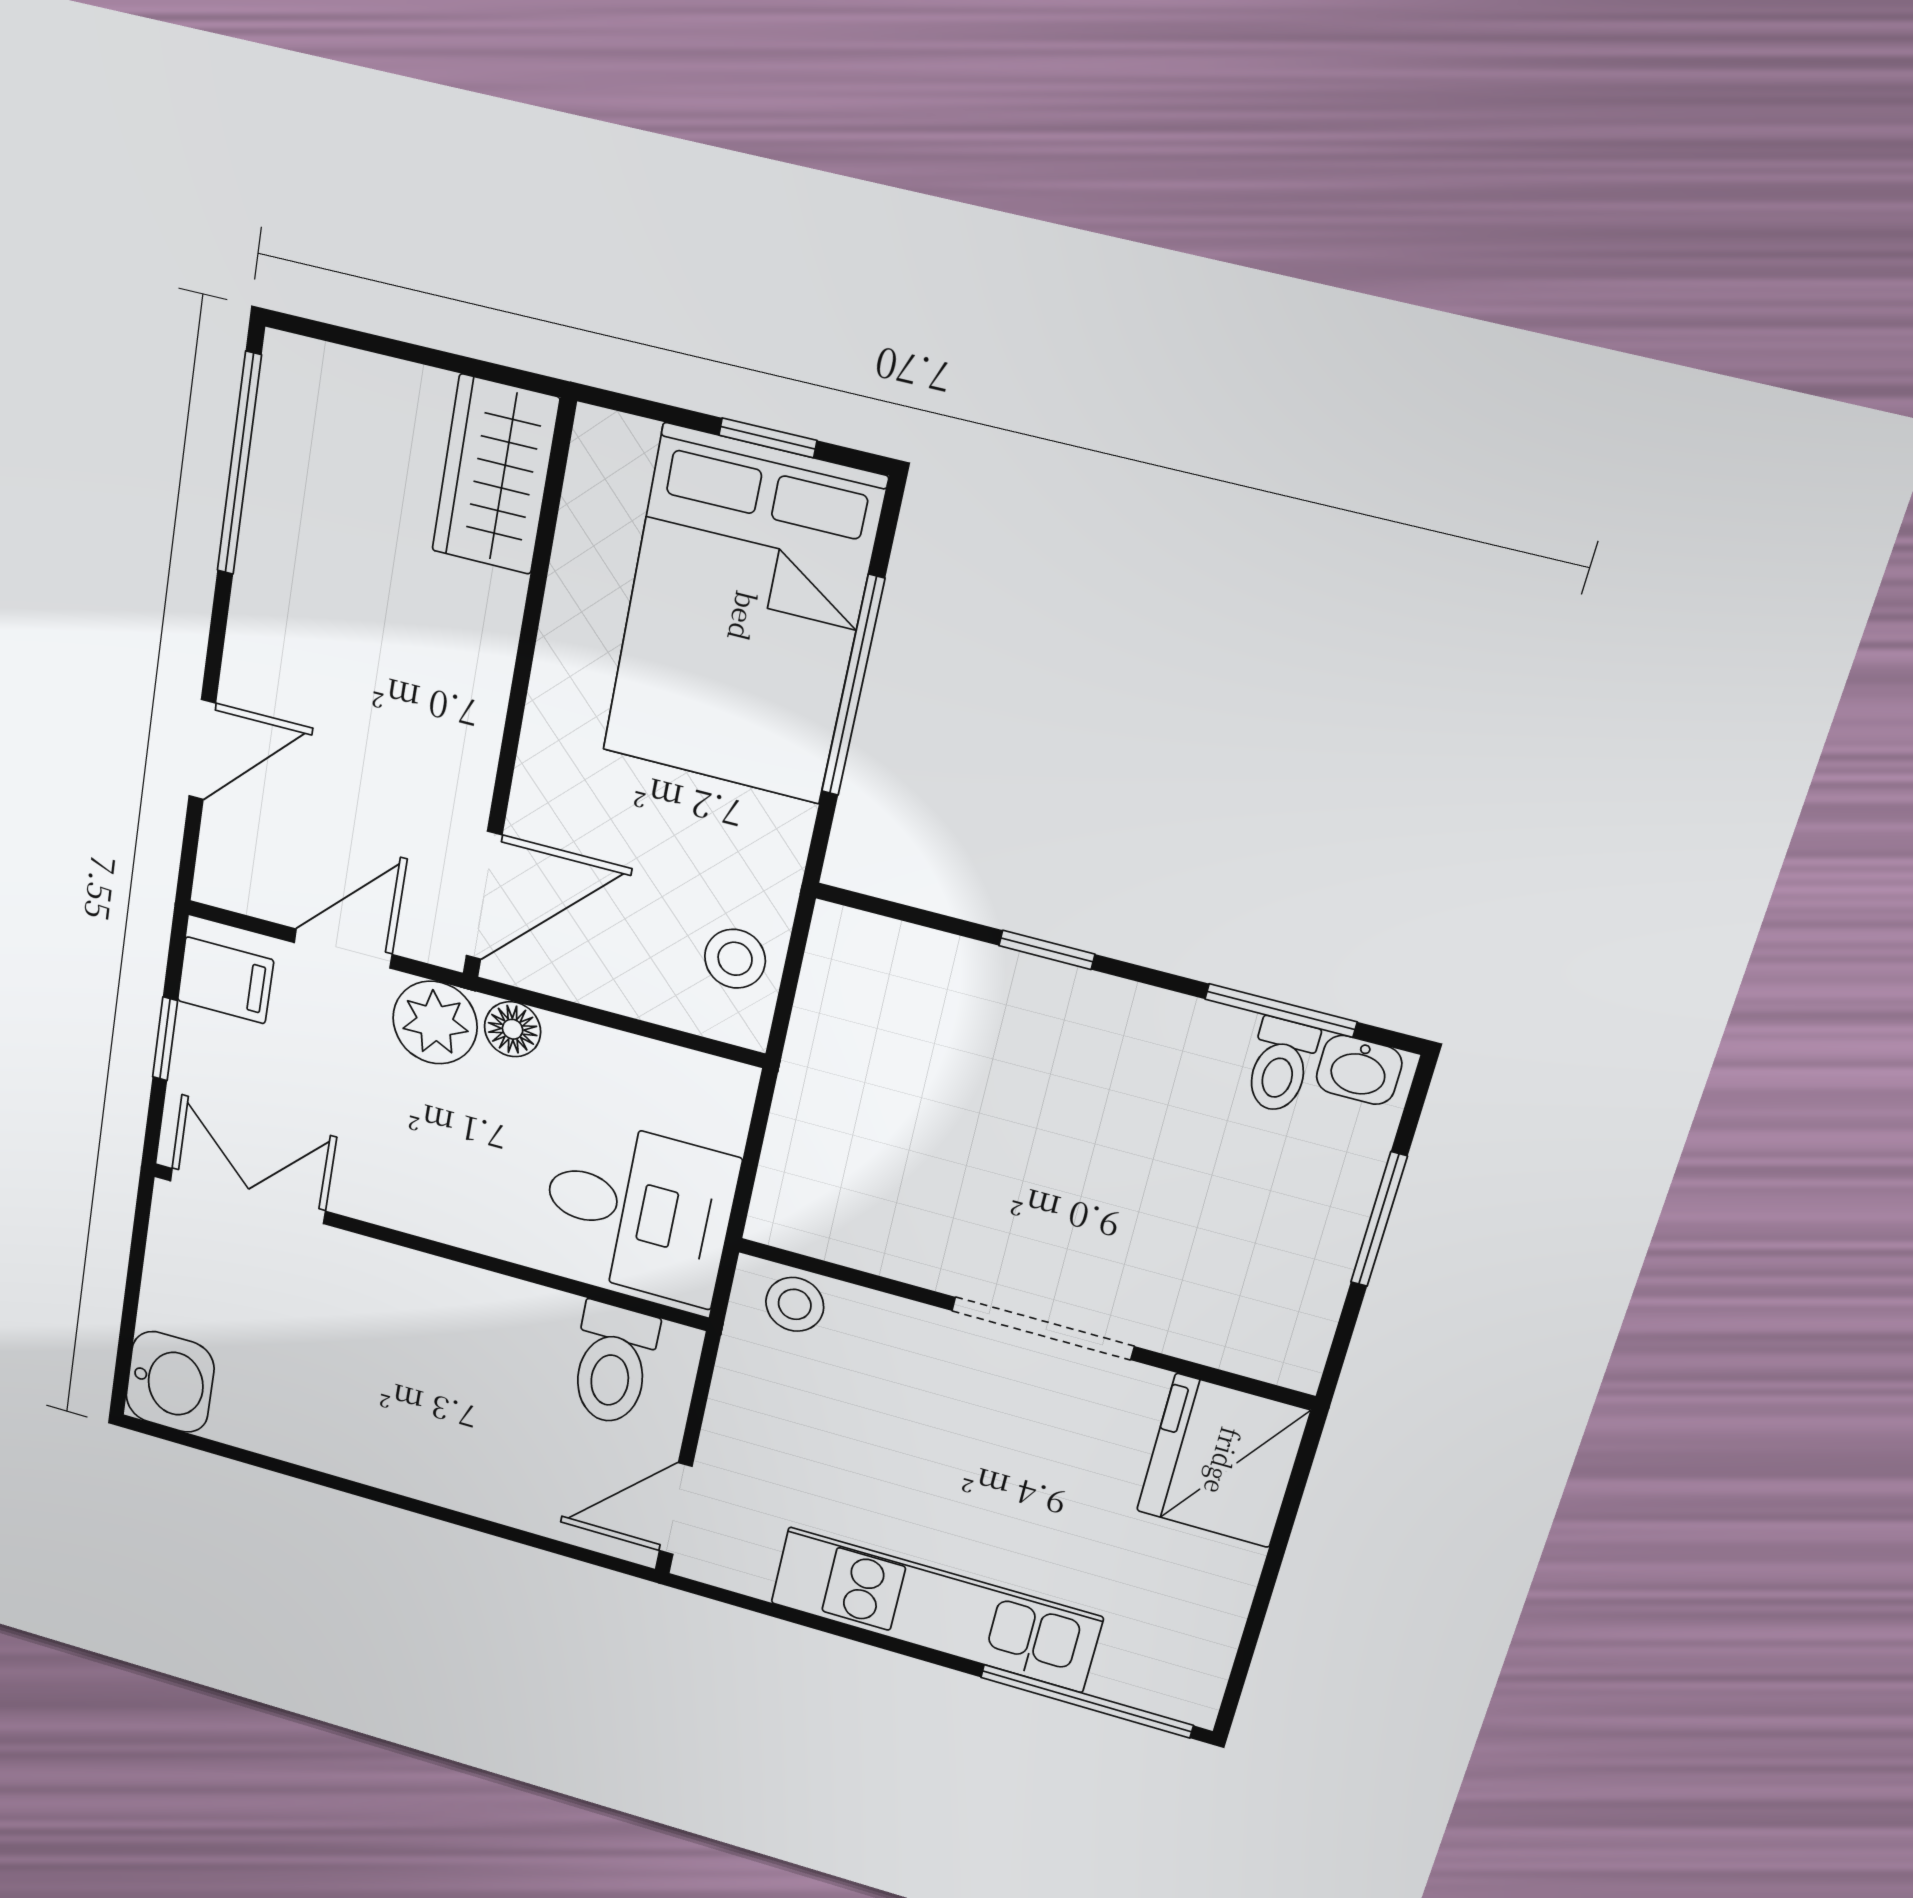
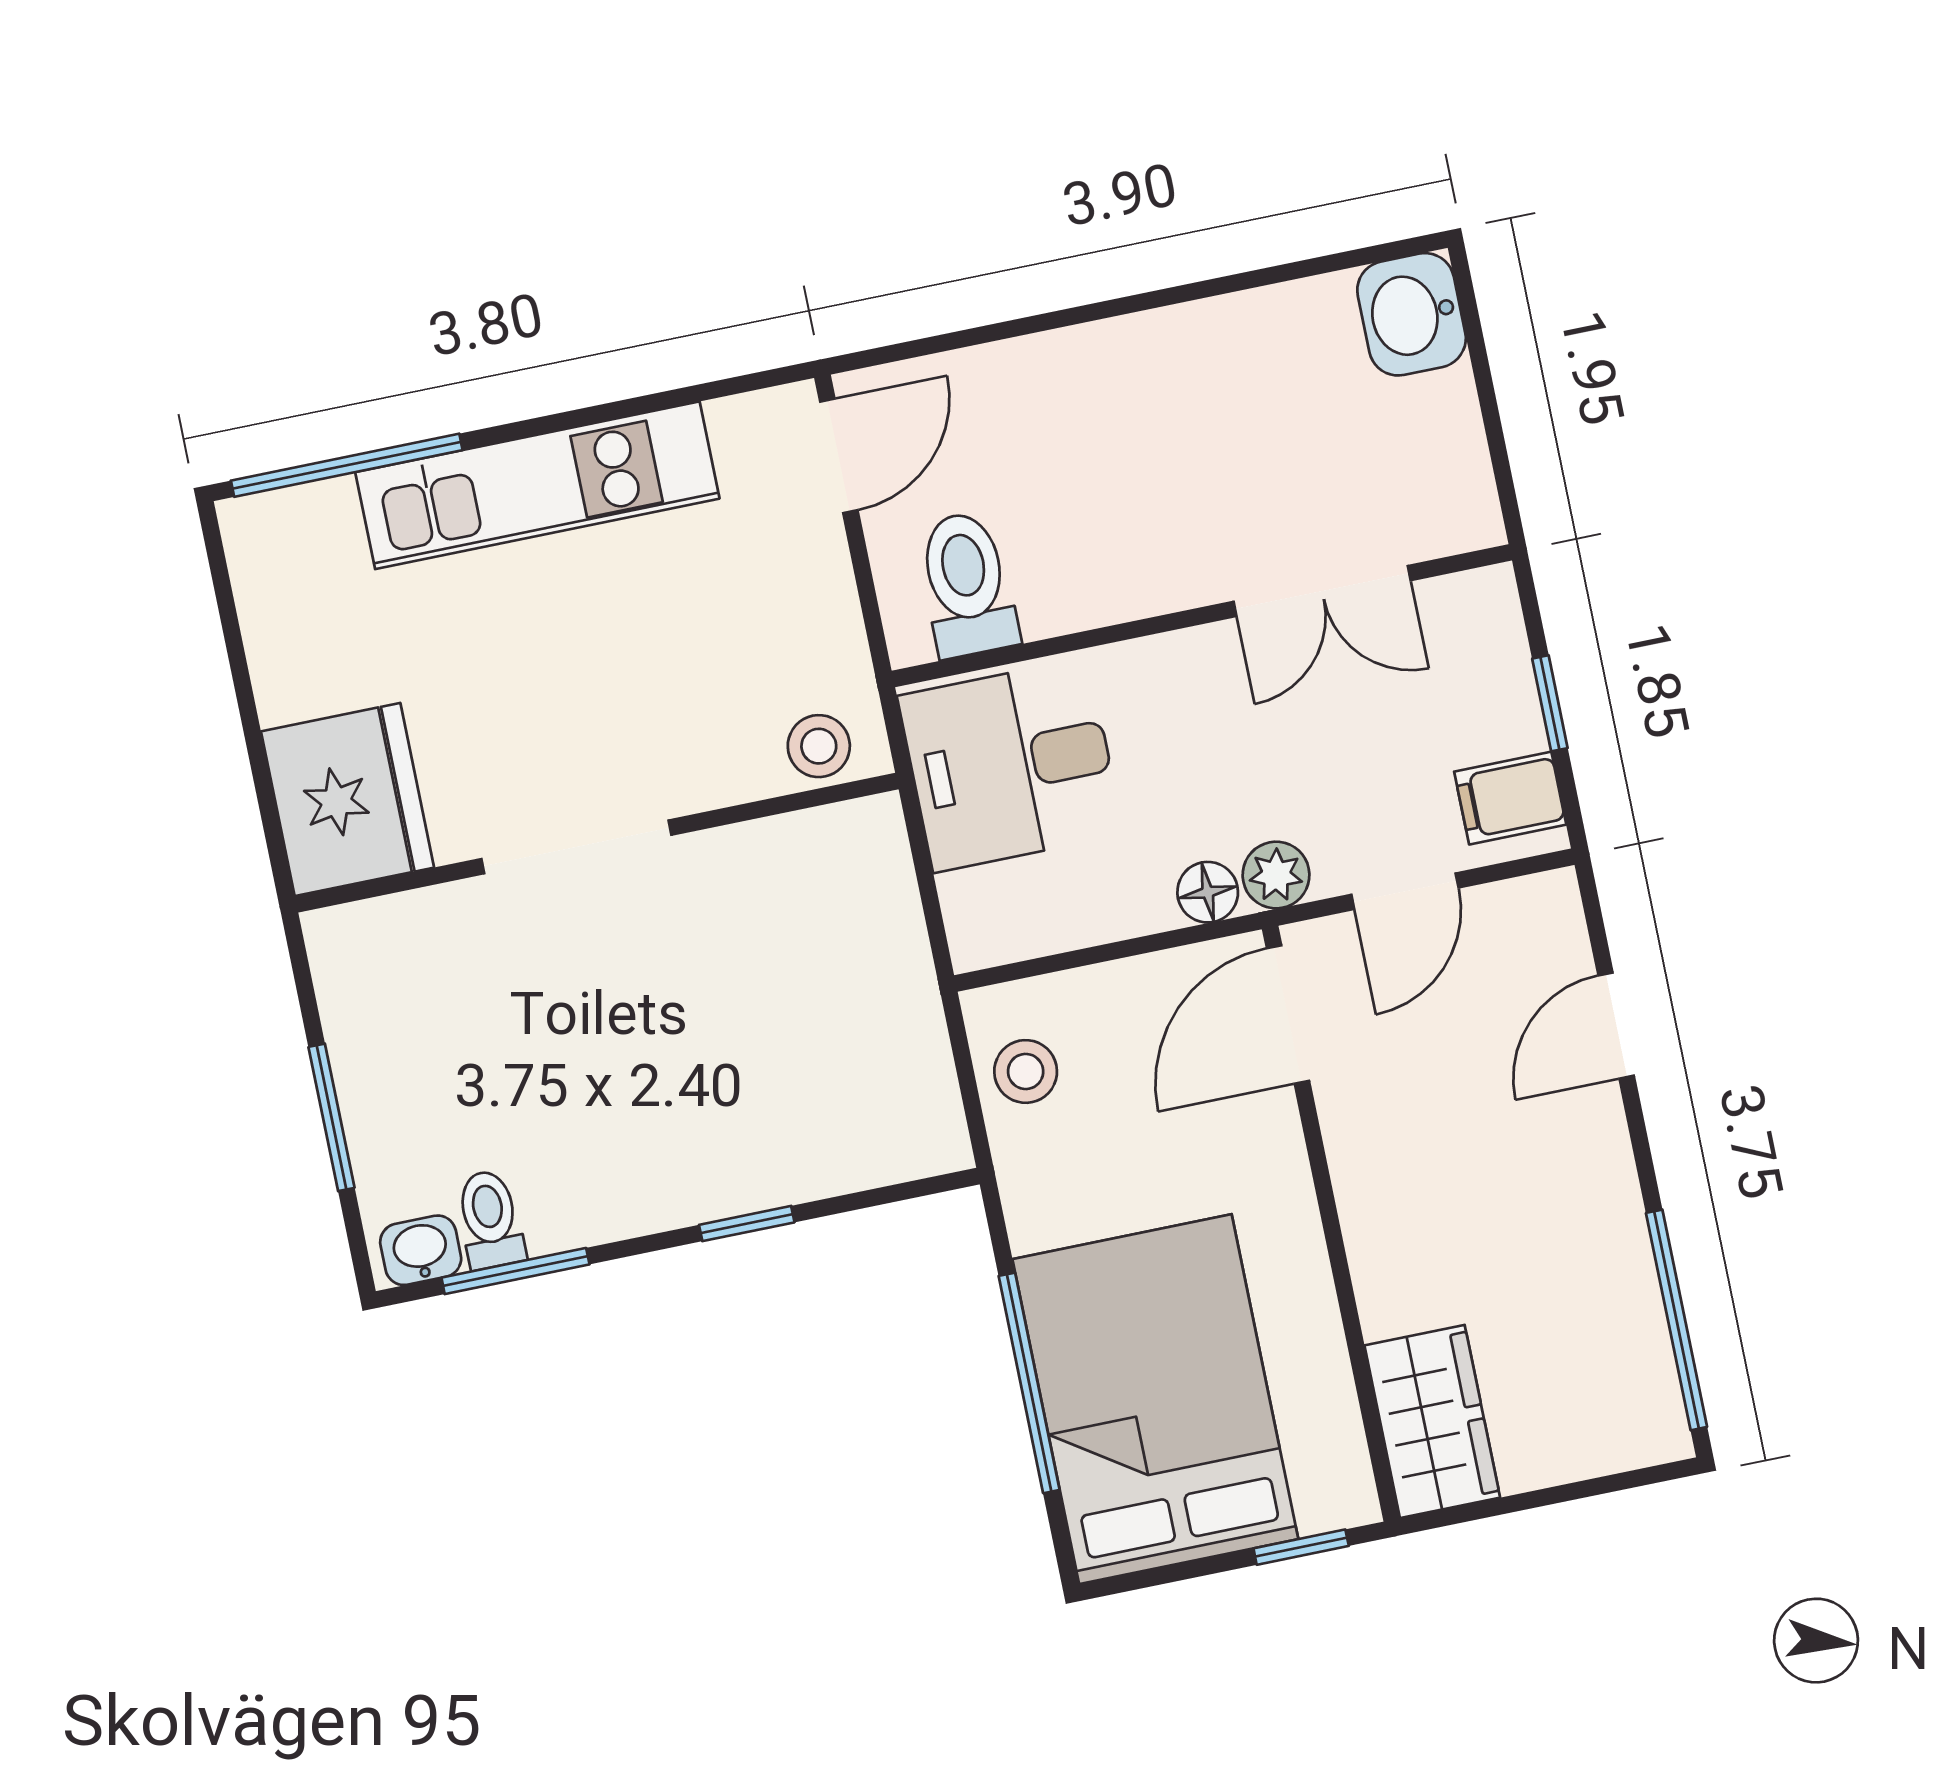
window: (768, 438) -> (1301, 1547), moved
plant: (435, 1023) -> (1276, 875), width x0.73, depth x0.73
double door: (248, 1196) -> (1322, 591), moved

